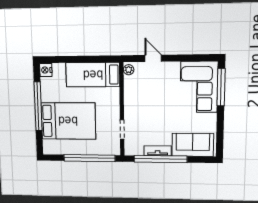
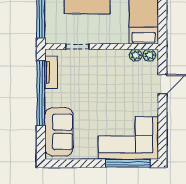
plant: (129, 81) -> (136, 55), added
tv unit: (158, 151) -> (51, 72), moved

